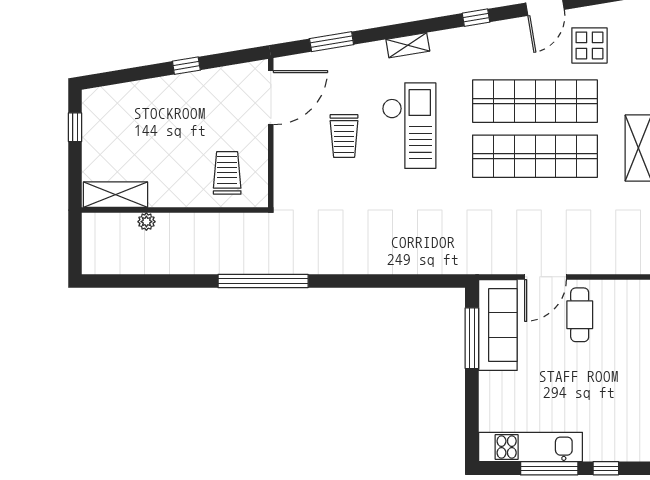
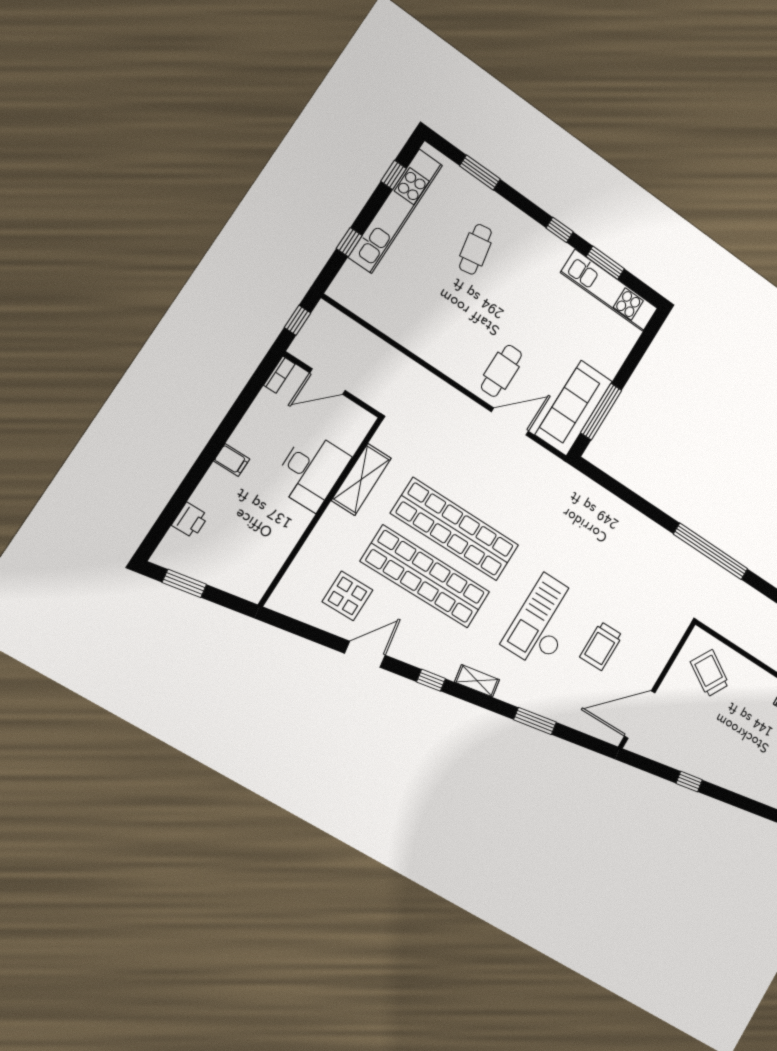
window: (332, 42) -> (535, 721), moved
shelving: (408, 45) -> (477, 681), moved
trolley: (344, 136) -> (601, 646), turned 180
trolley: (227, 173) -> (710, 673), turned 121
window: (263, 281) -> (711, 551), moved
window: (549, 468) -> (605, 263), width x0.69

